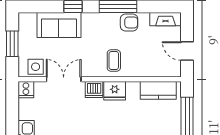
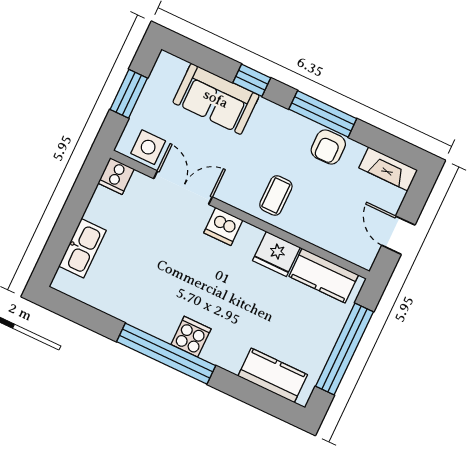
armchair: (129, 22) -> (328, 147), turned 90
fridge: (115, 91) -> (276, 254), moved

